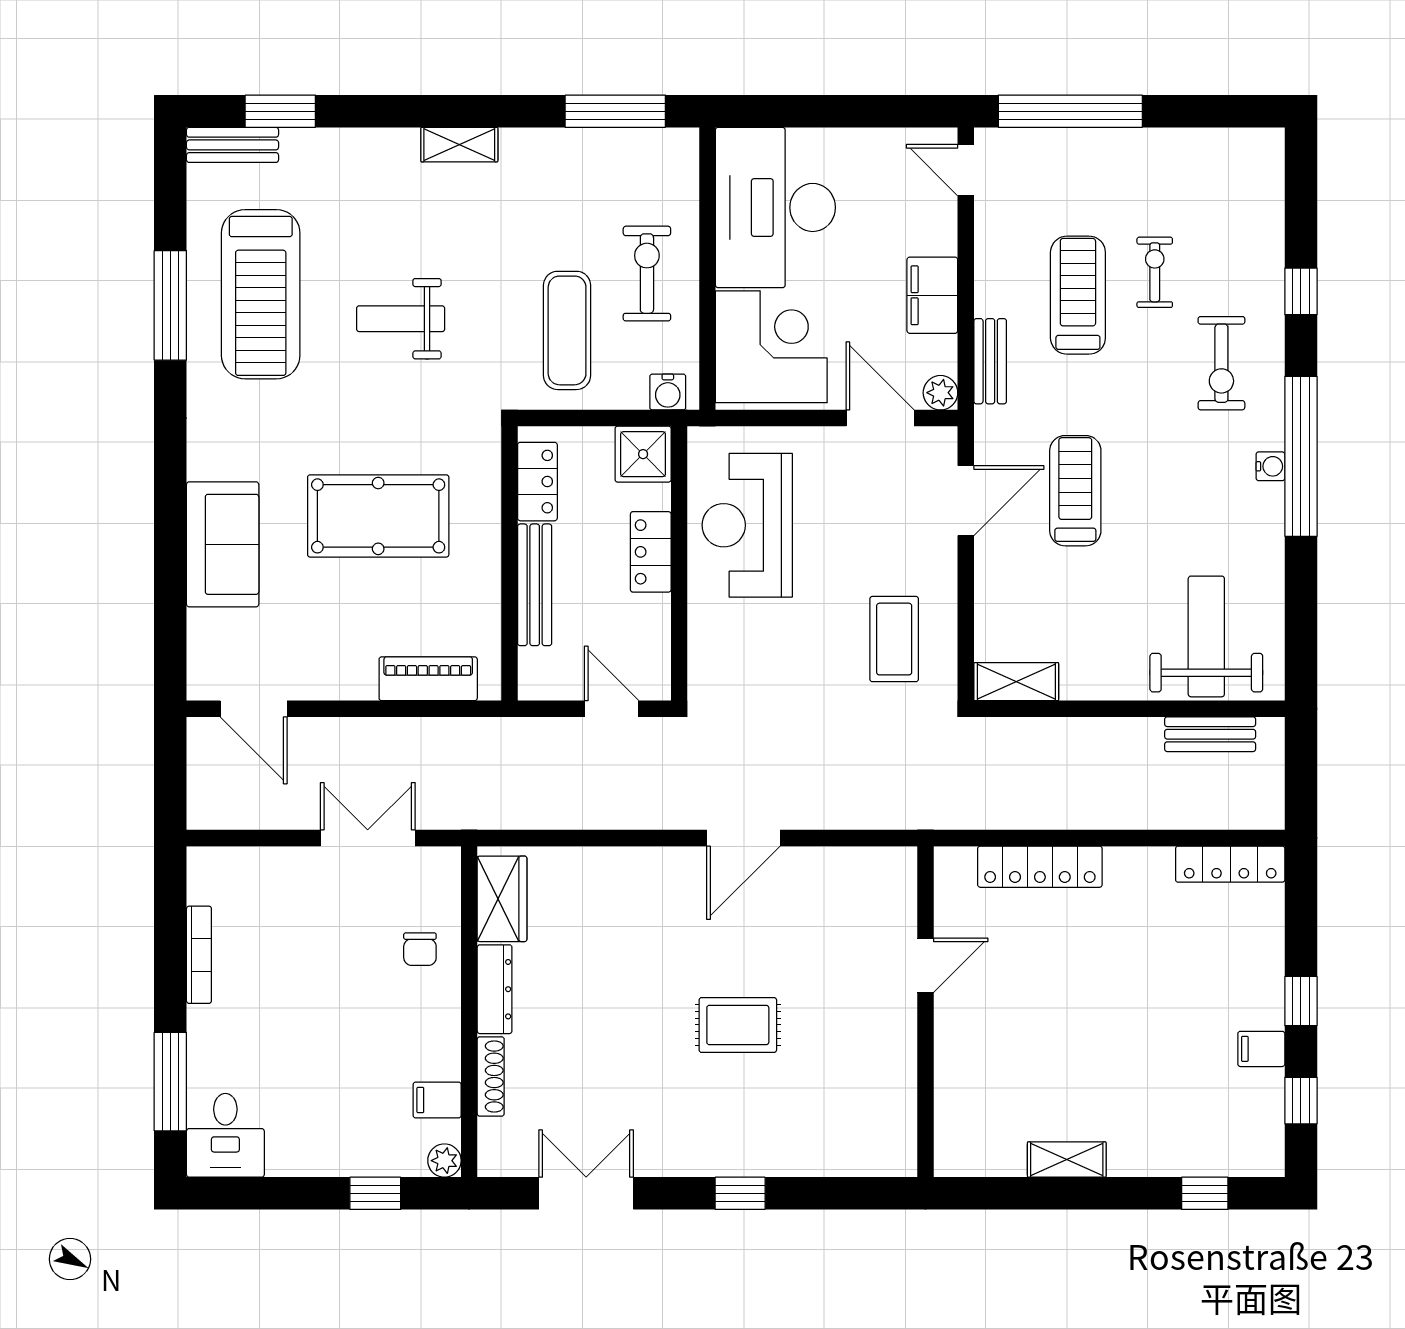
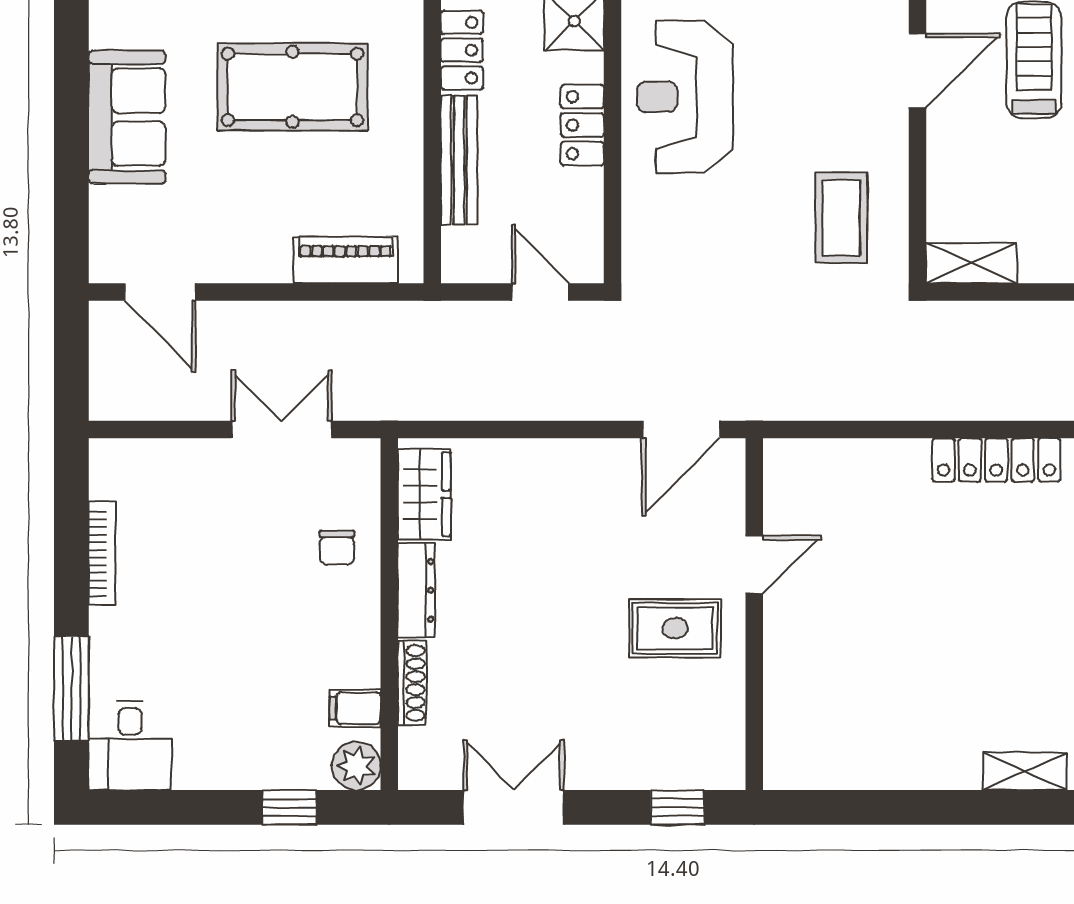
door: (925, 965) -> (754, 565), moved
wall: (925, 1012) -> (754, 614), moved
plant: (444, 1161) -> (356, 766), width x1.38, depth x1.38

